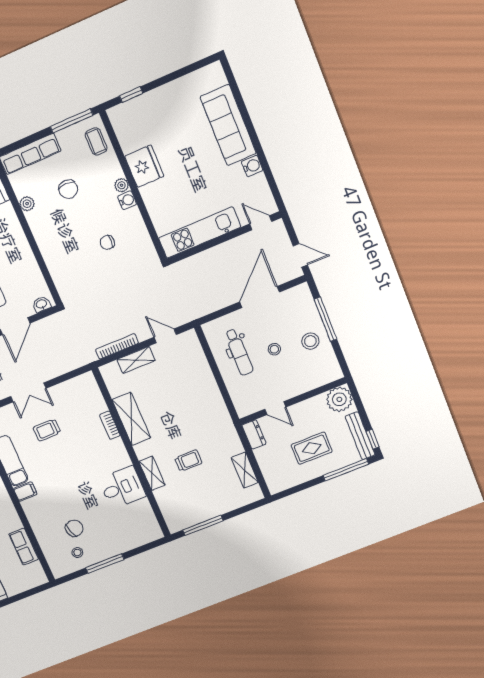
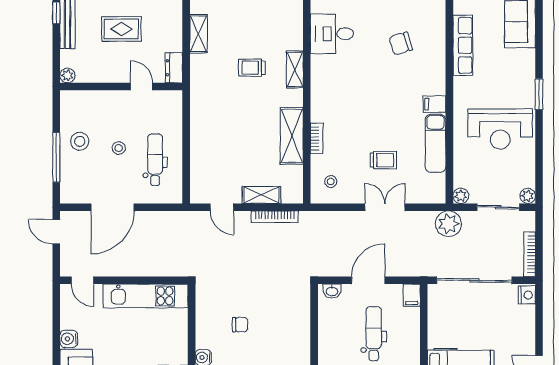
plant: (339, 399) -> (67, 75), width x0.53, depth x0.53
desk: (122, 488) -> (332, 34), moved
row of seats: (24, 547) -> (463, 45), width x1.48
stool: (77, 552) -> (331, 182), moved

